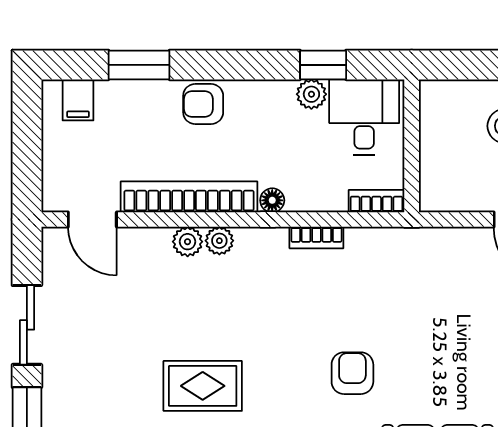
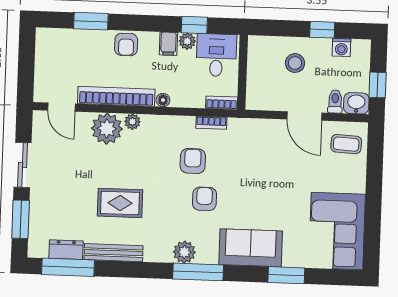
filing cabinet: (78, 100) -> (168, 44), moved
armchair: (203, 104) -> (126, 44), turned -90
bookcase: (316, 238) -> (211, 123), moved
plant: (188, 242) -> (107, 129), width x1.87, depth x1.87
armchair: (329, 307) -> (193, 161), added

